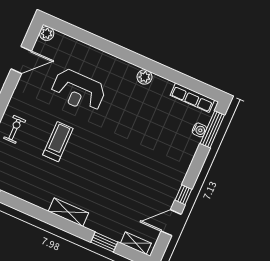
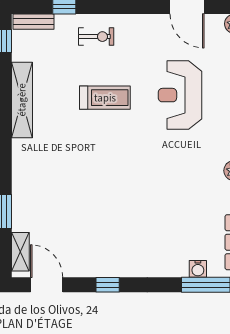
shelving: (68, 212) -> (22, 100), moved, width x1.47
door: (171, 223) -> (47, 285), moved

